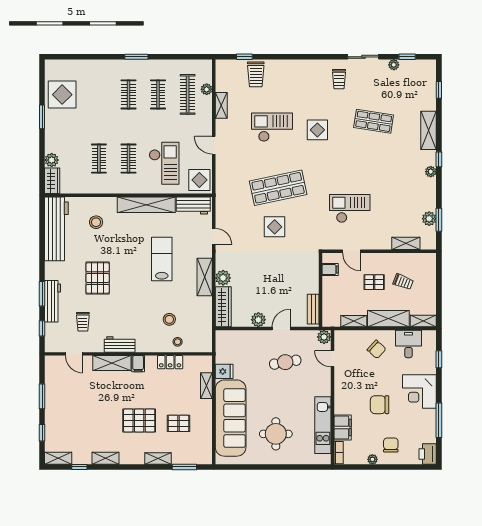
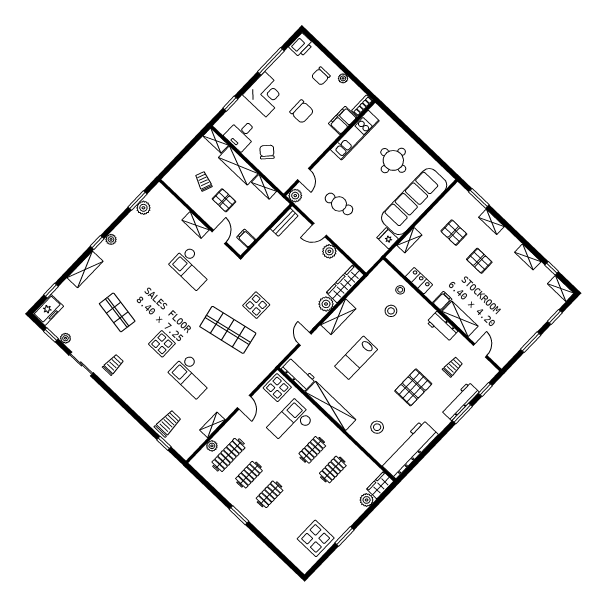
freezer: (427, 73) -> (48, 310), added
shelving: (406, 243) -> (196, 225), moved
pallet: (139, 420) -> (479, 261), width x0.67, depth x0.71

